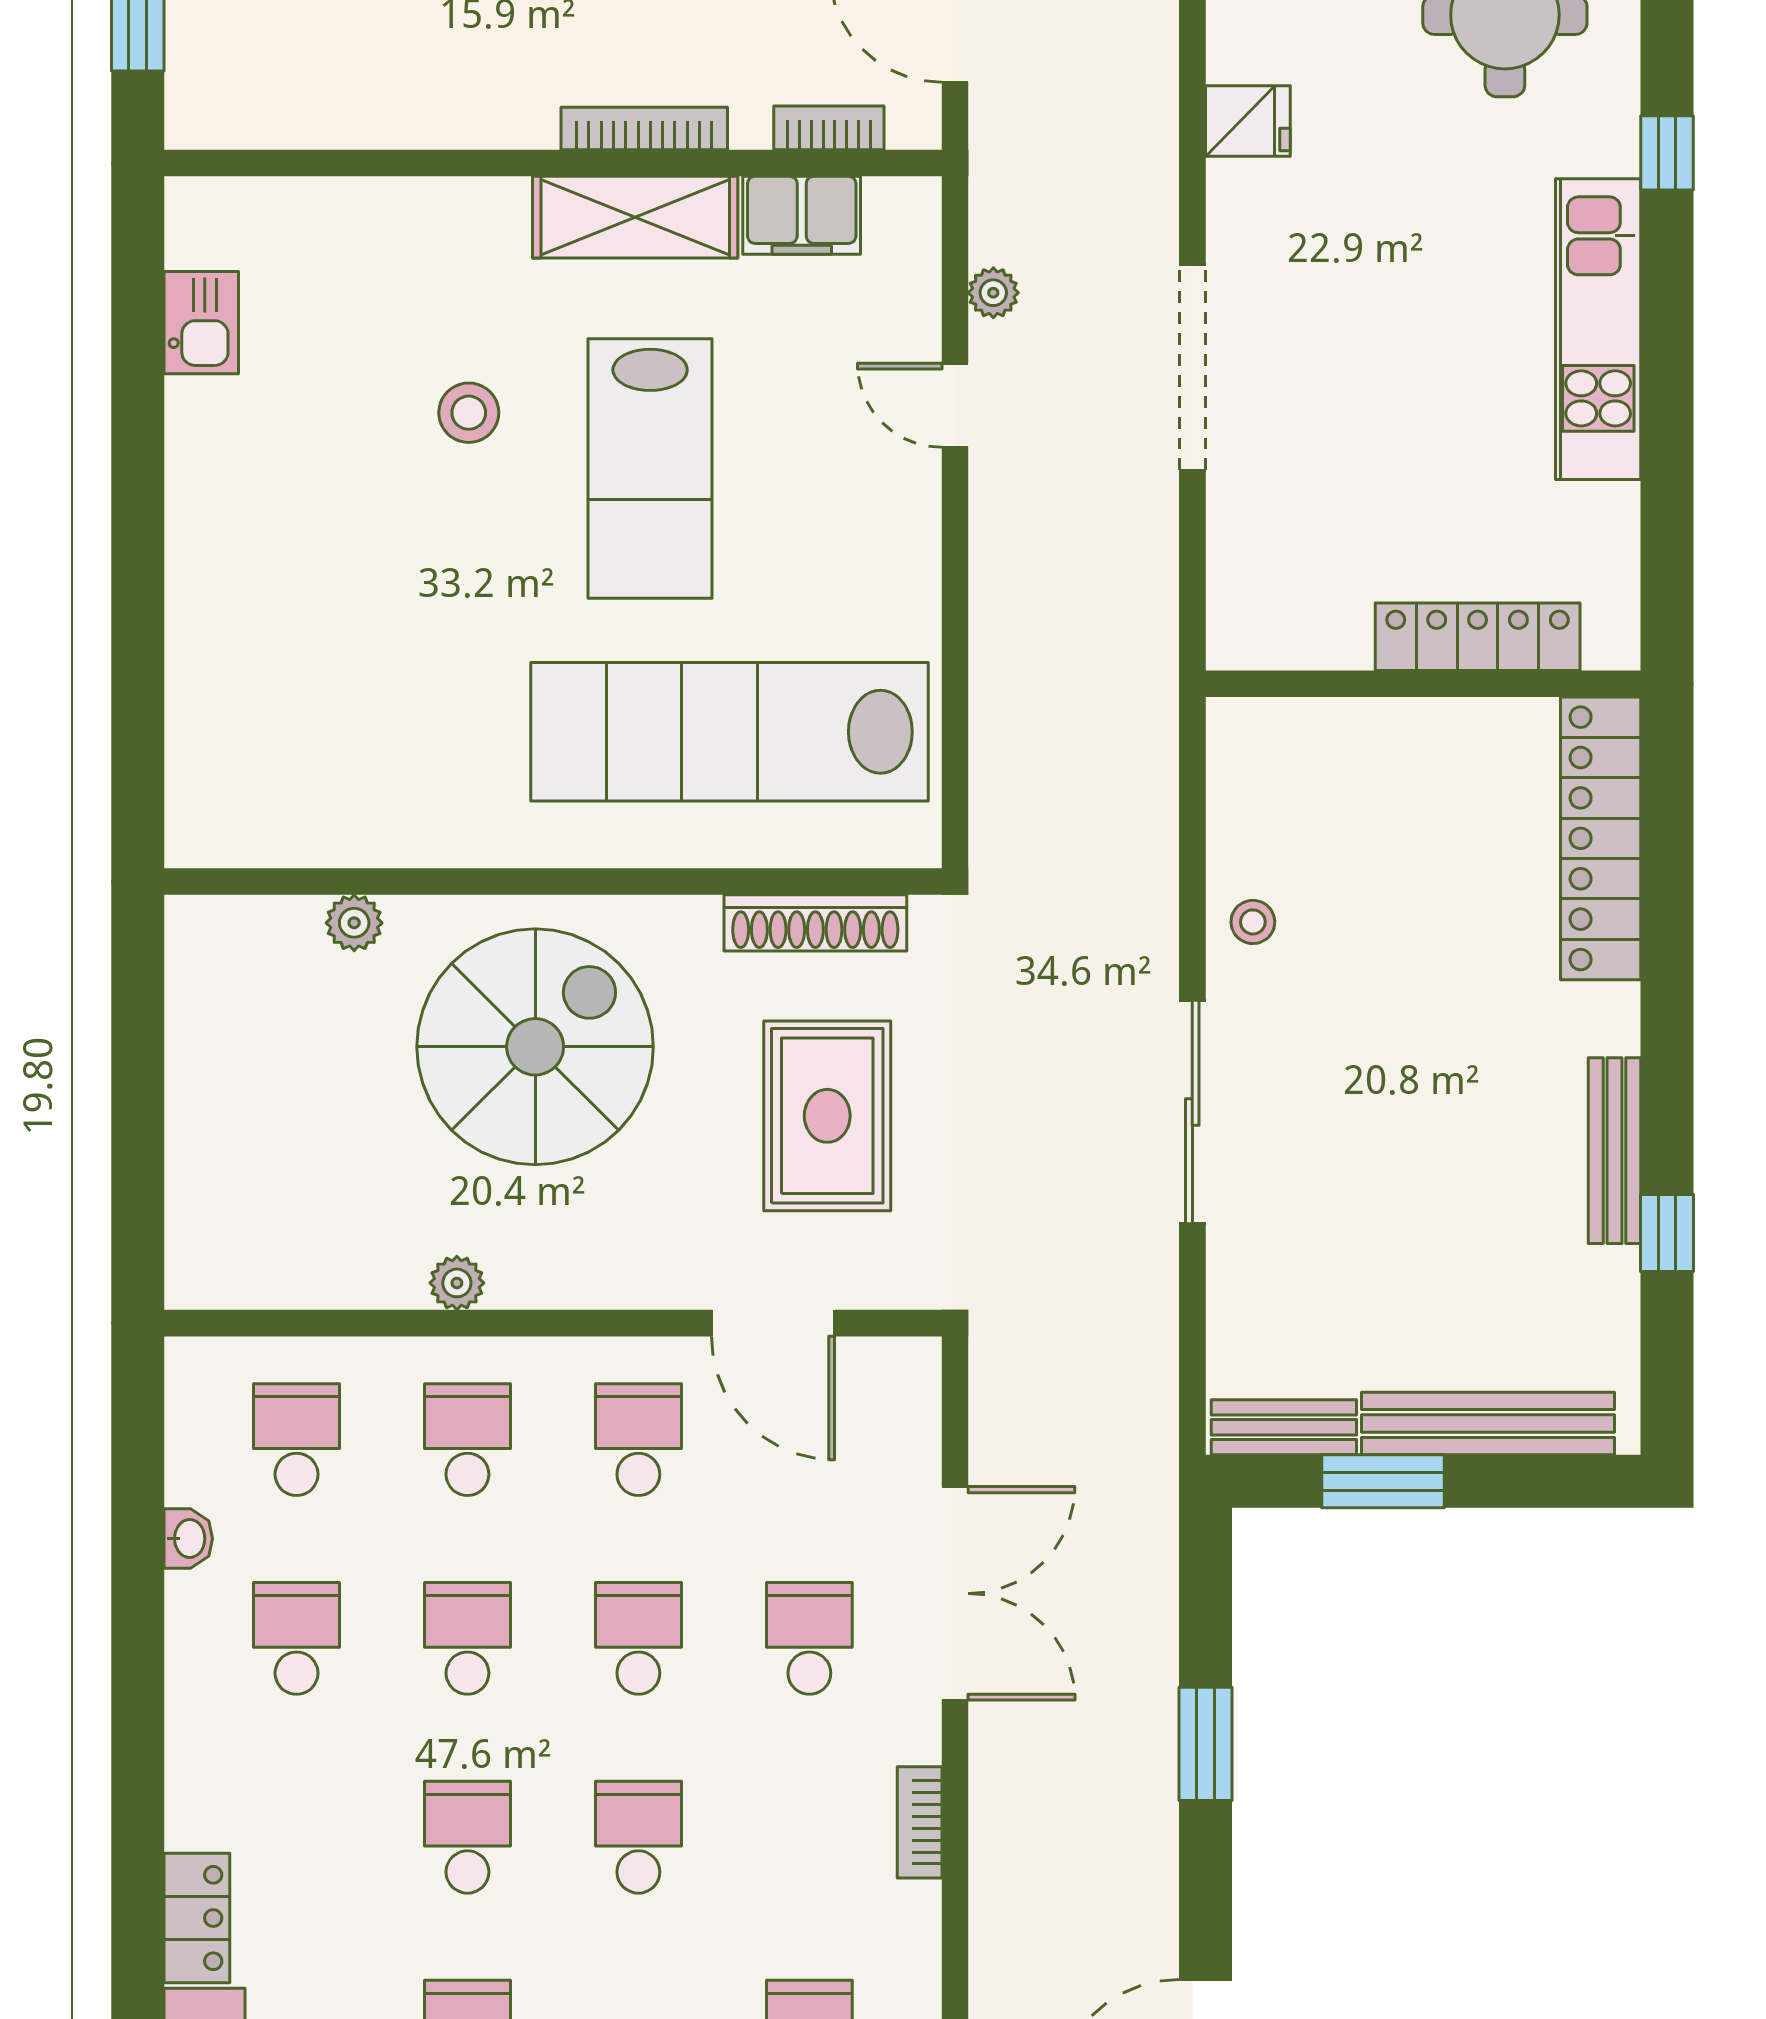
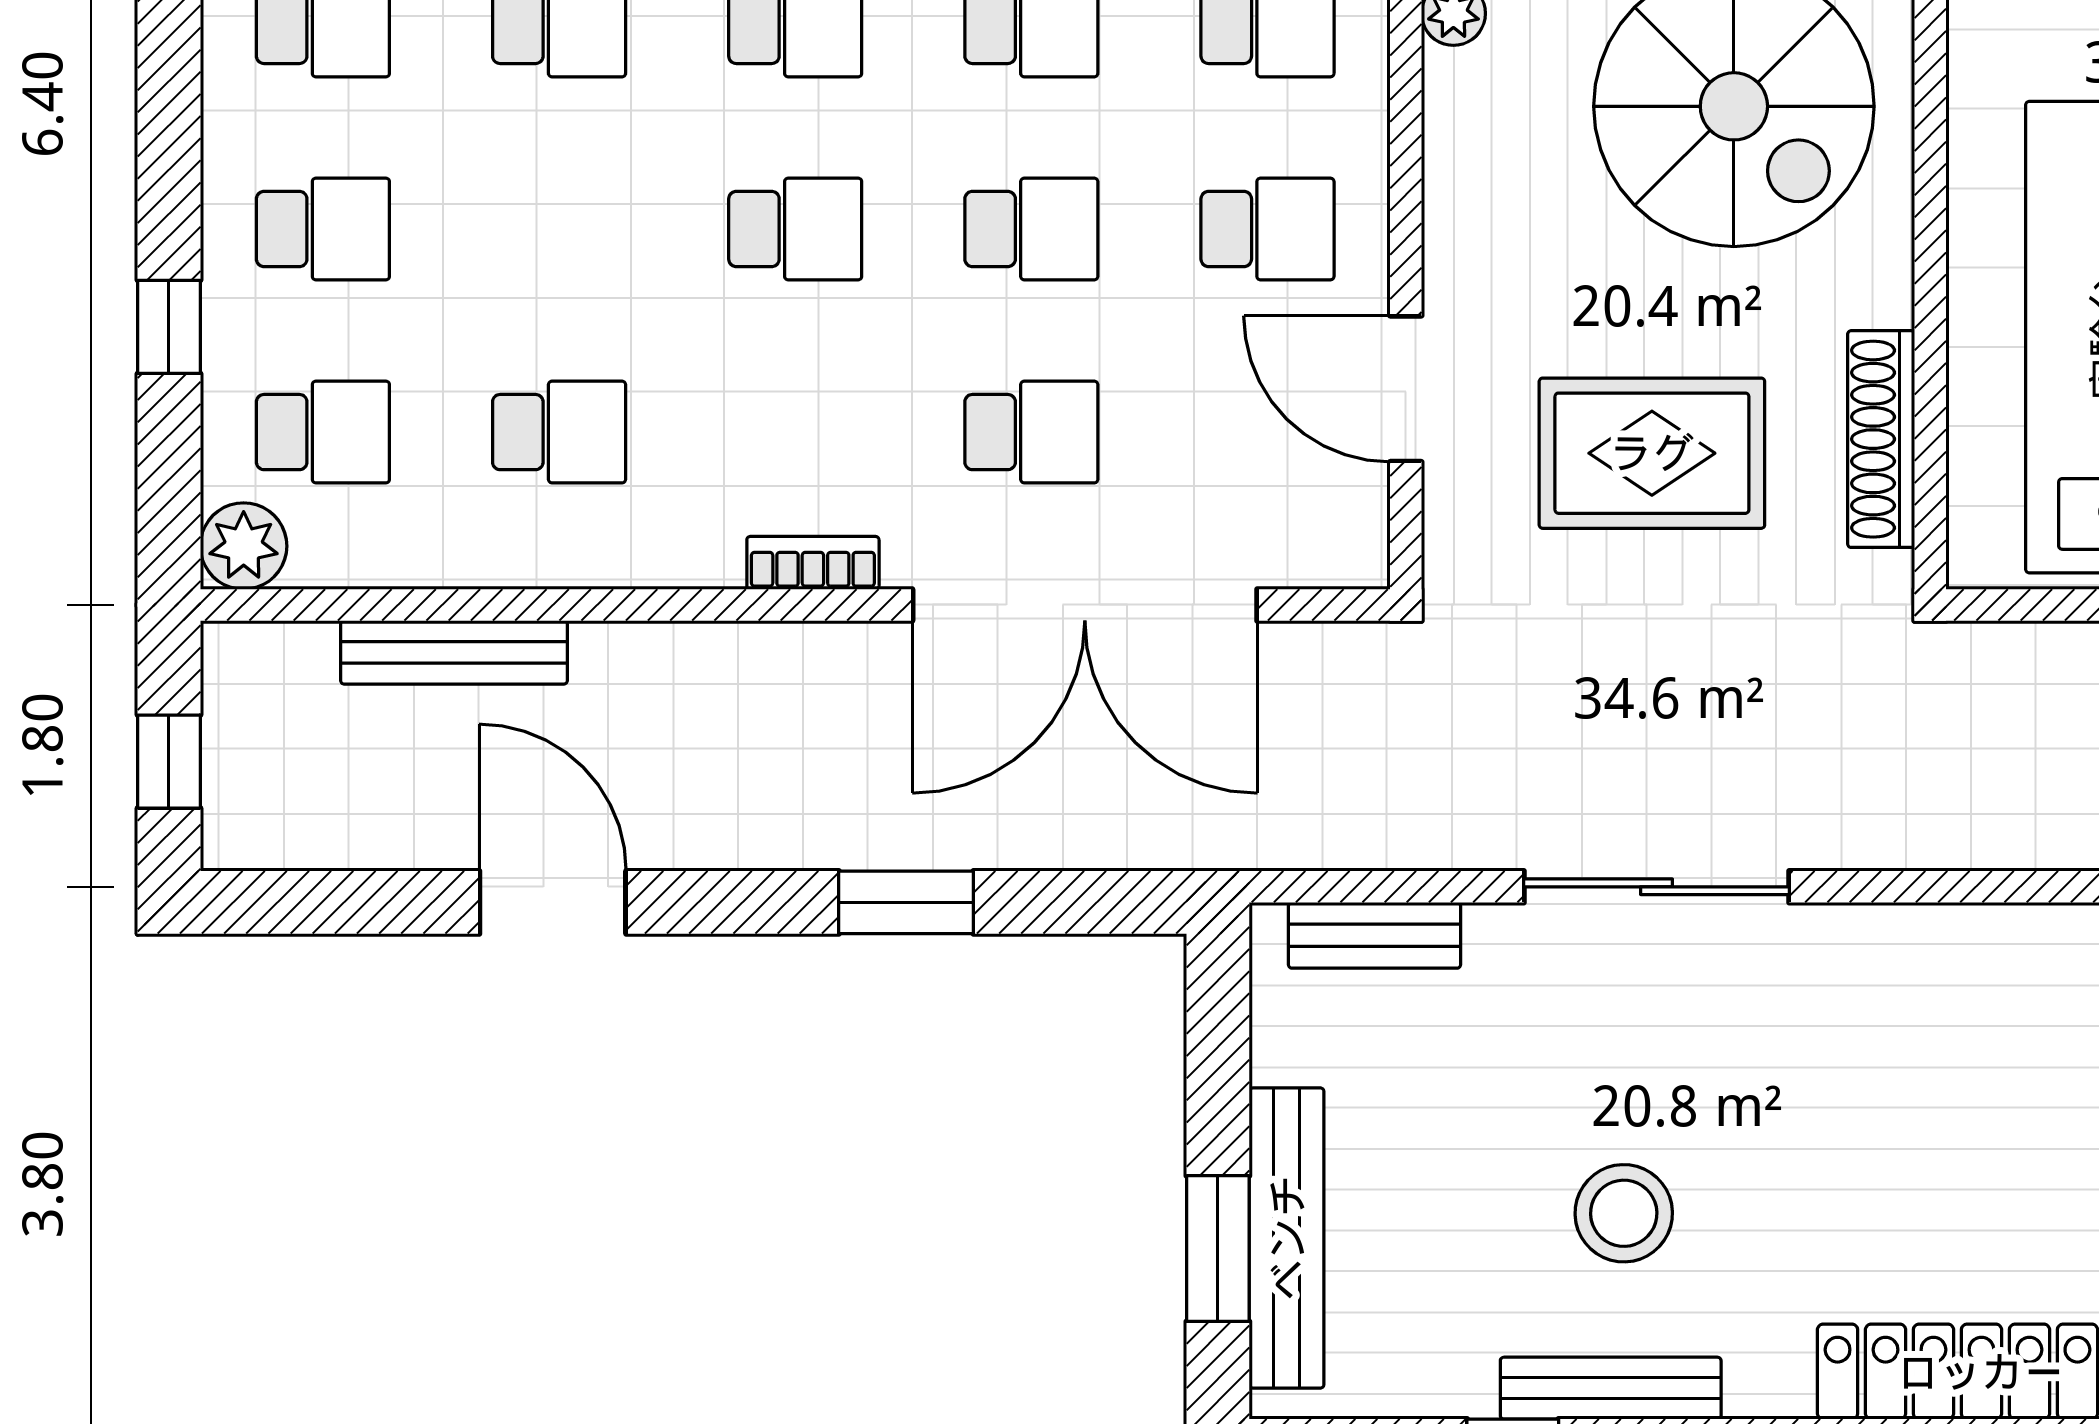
stool: (1253, 922) -> (1624, 1213), moved, width x1.89, depth x1.89
door: (773, 1323) -> (1406, 389), hinge flipped
bench: (1284, 1427) -> (1374, 935), moved, turned 90
window: (1383, 1481) -> (1218, 1249), moved
double door: (955, 1593) -> (1085, 605), width x1.36

